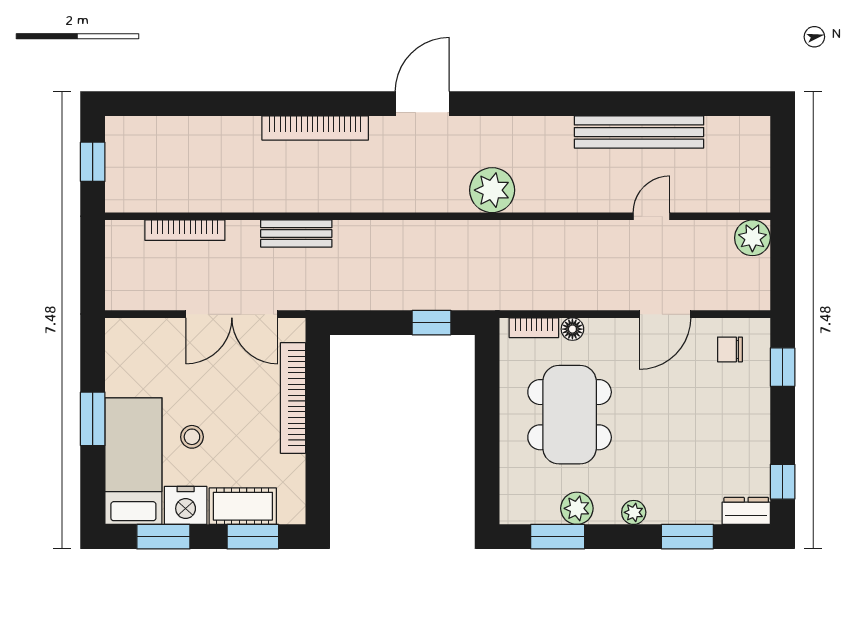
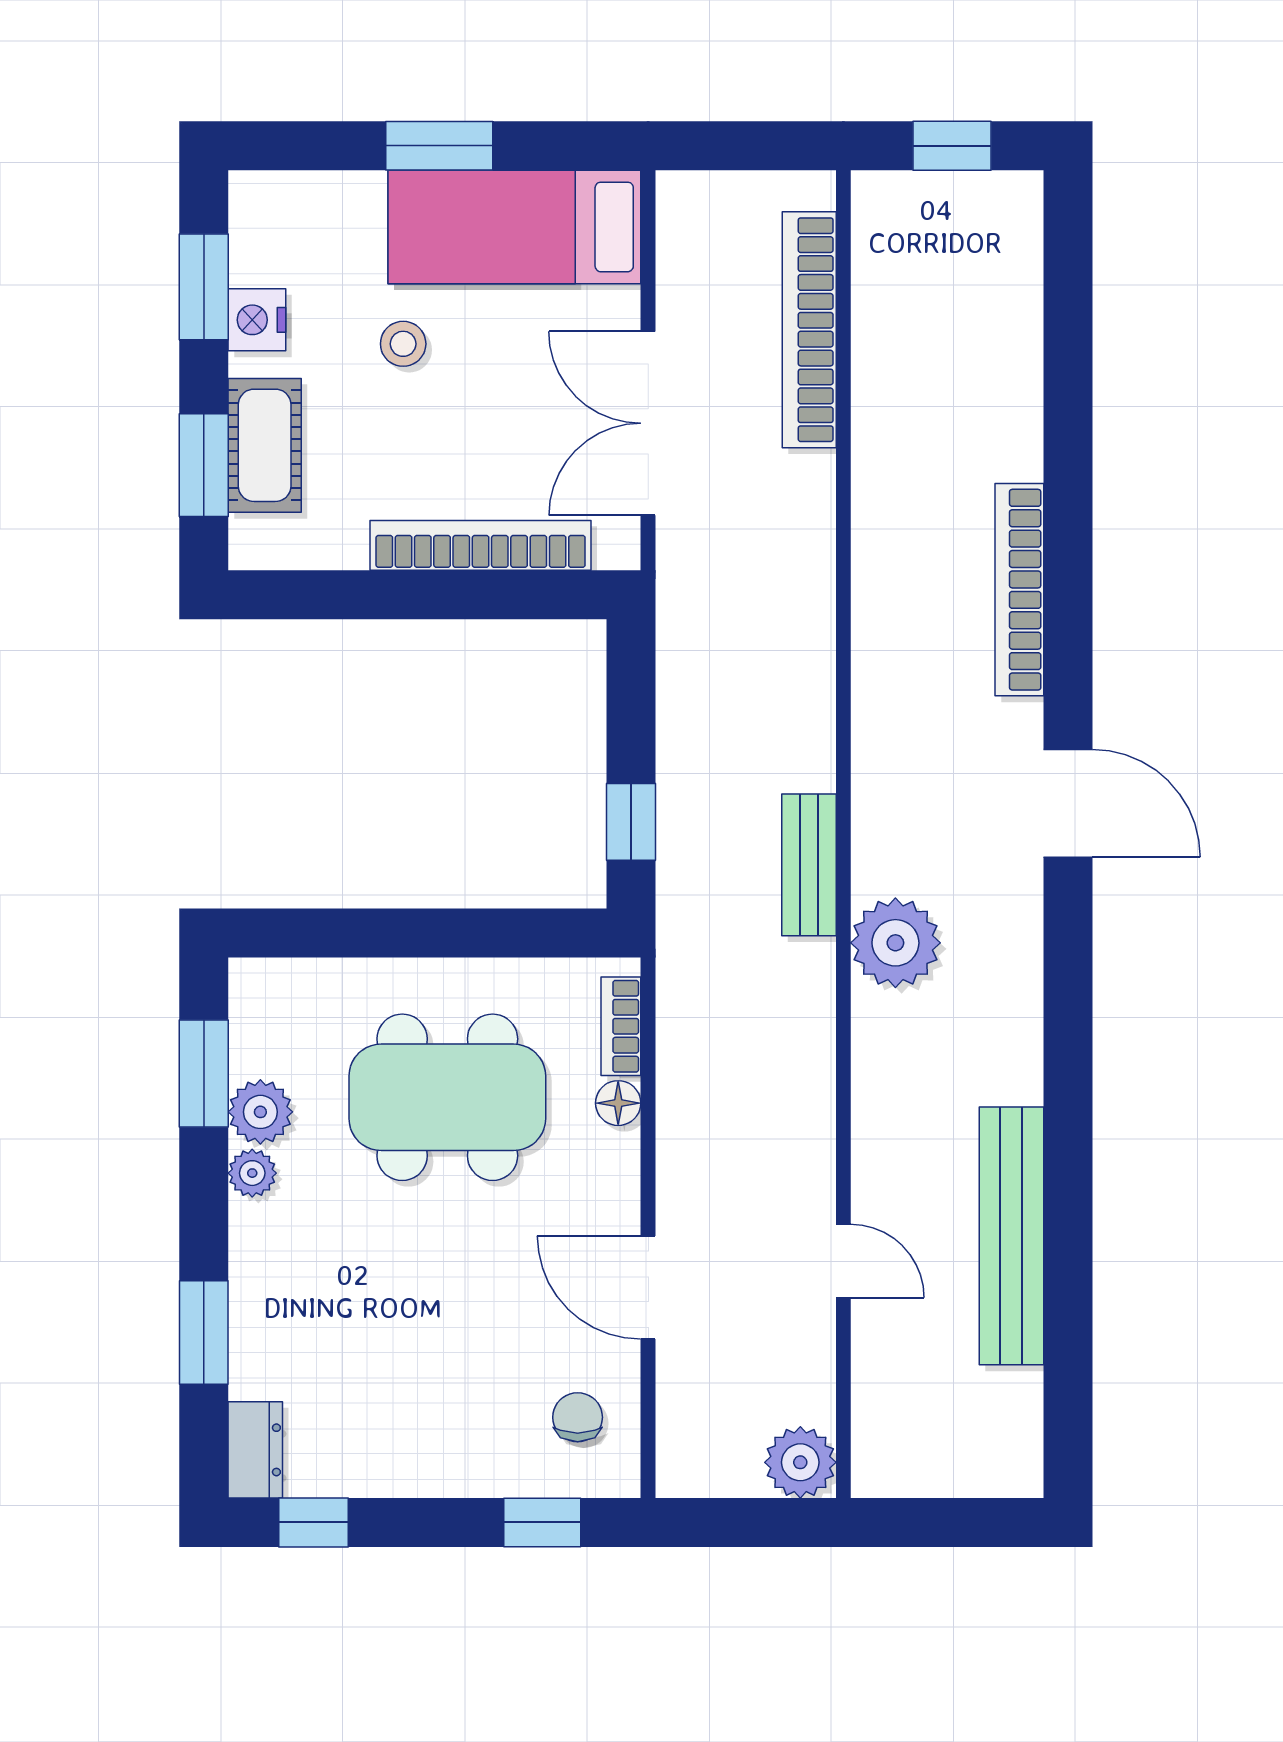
bookcase: (185, 230) -> (809, 330), width x1.48, depth x1.31
bench: (296, 233) -> (809, 865), moved
bed: (133, 461) -> (514, 227), moved, turned 180
nightstand: (186, 505) -> (257, 320), width x0.74, depth x0.75
plant: (634, 512) -> (252, 1173), moved

